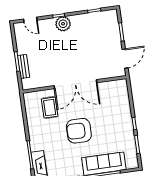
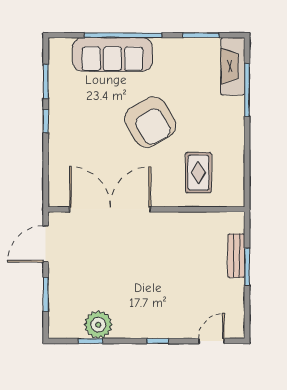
door: (30, 20) -> (211, 341), hinge flipped
plant: (63, 24) -> (98, 325), moved
double door: (75, 84) -> (110, 209), moved
armchair: (79, 131) -> (150, 122), turned 60

